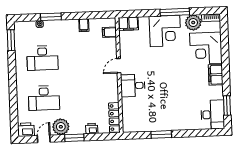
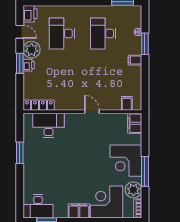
filing cabinet: (84, 25) -> (135, 60), moved
desk: (133, 86) -> (48, 125), moved, width x1.37
printer: (92, 128) -> (29, 65), moved

